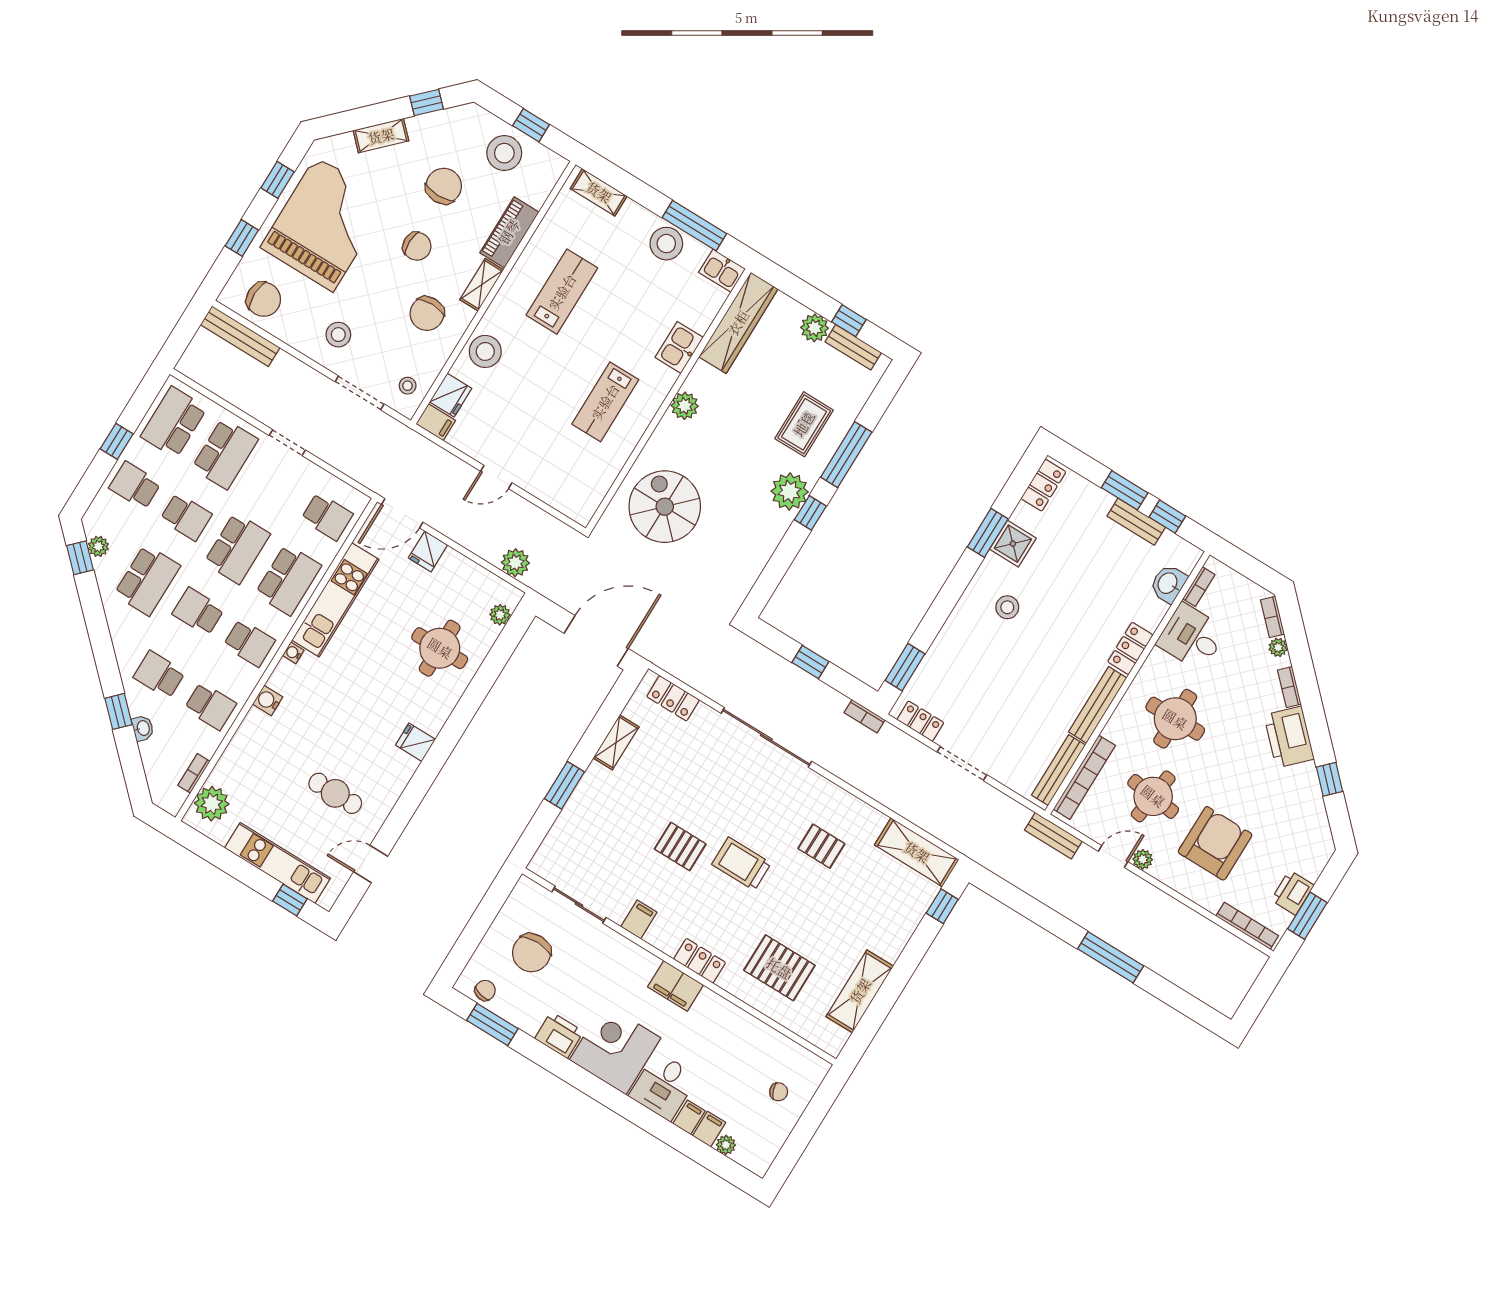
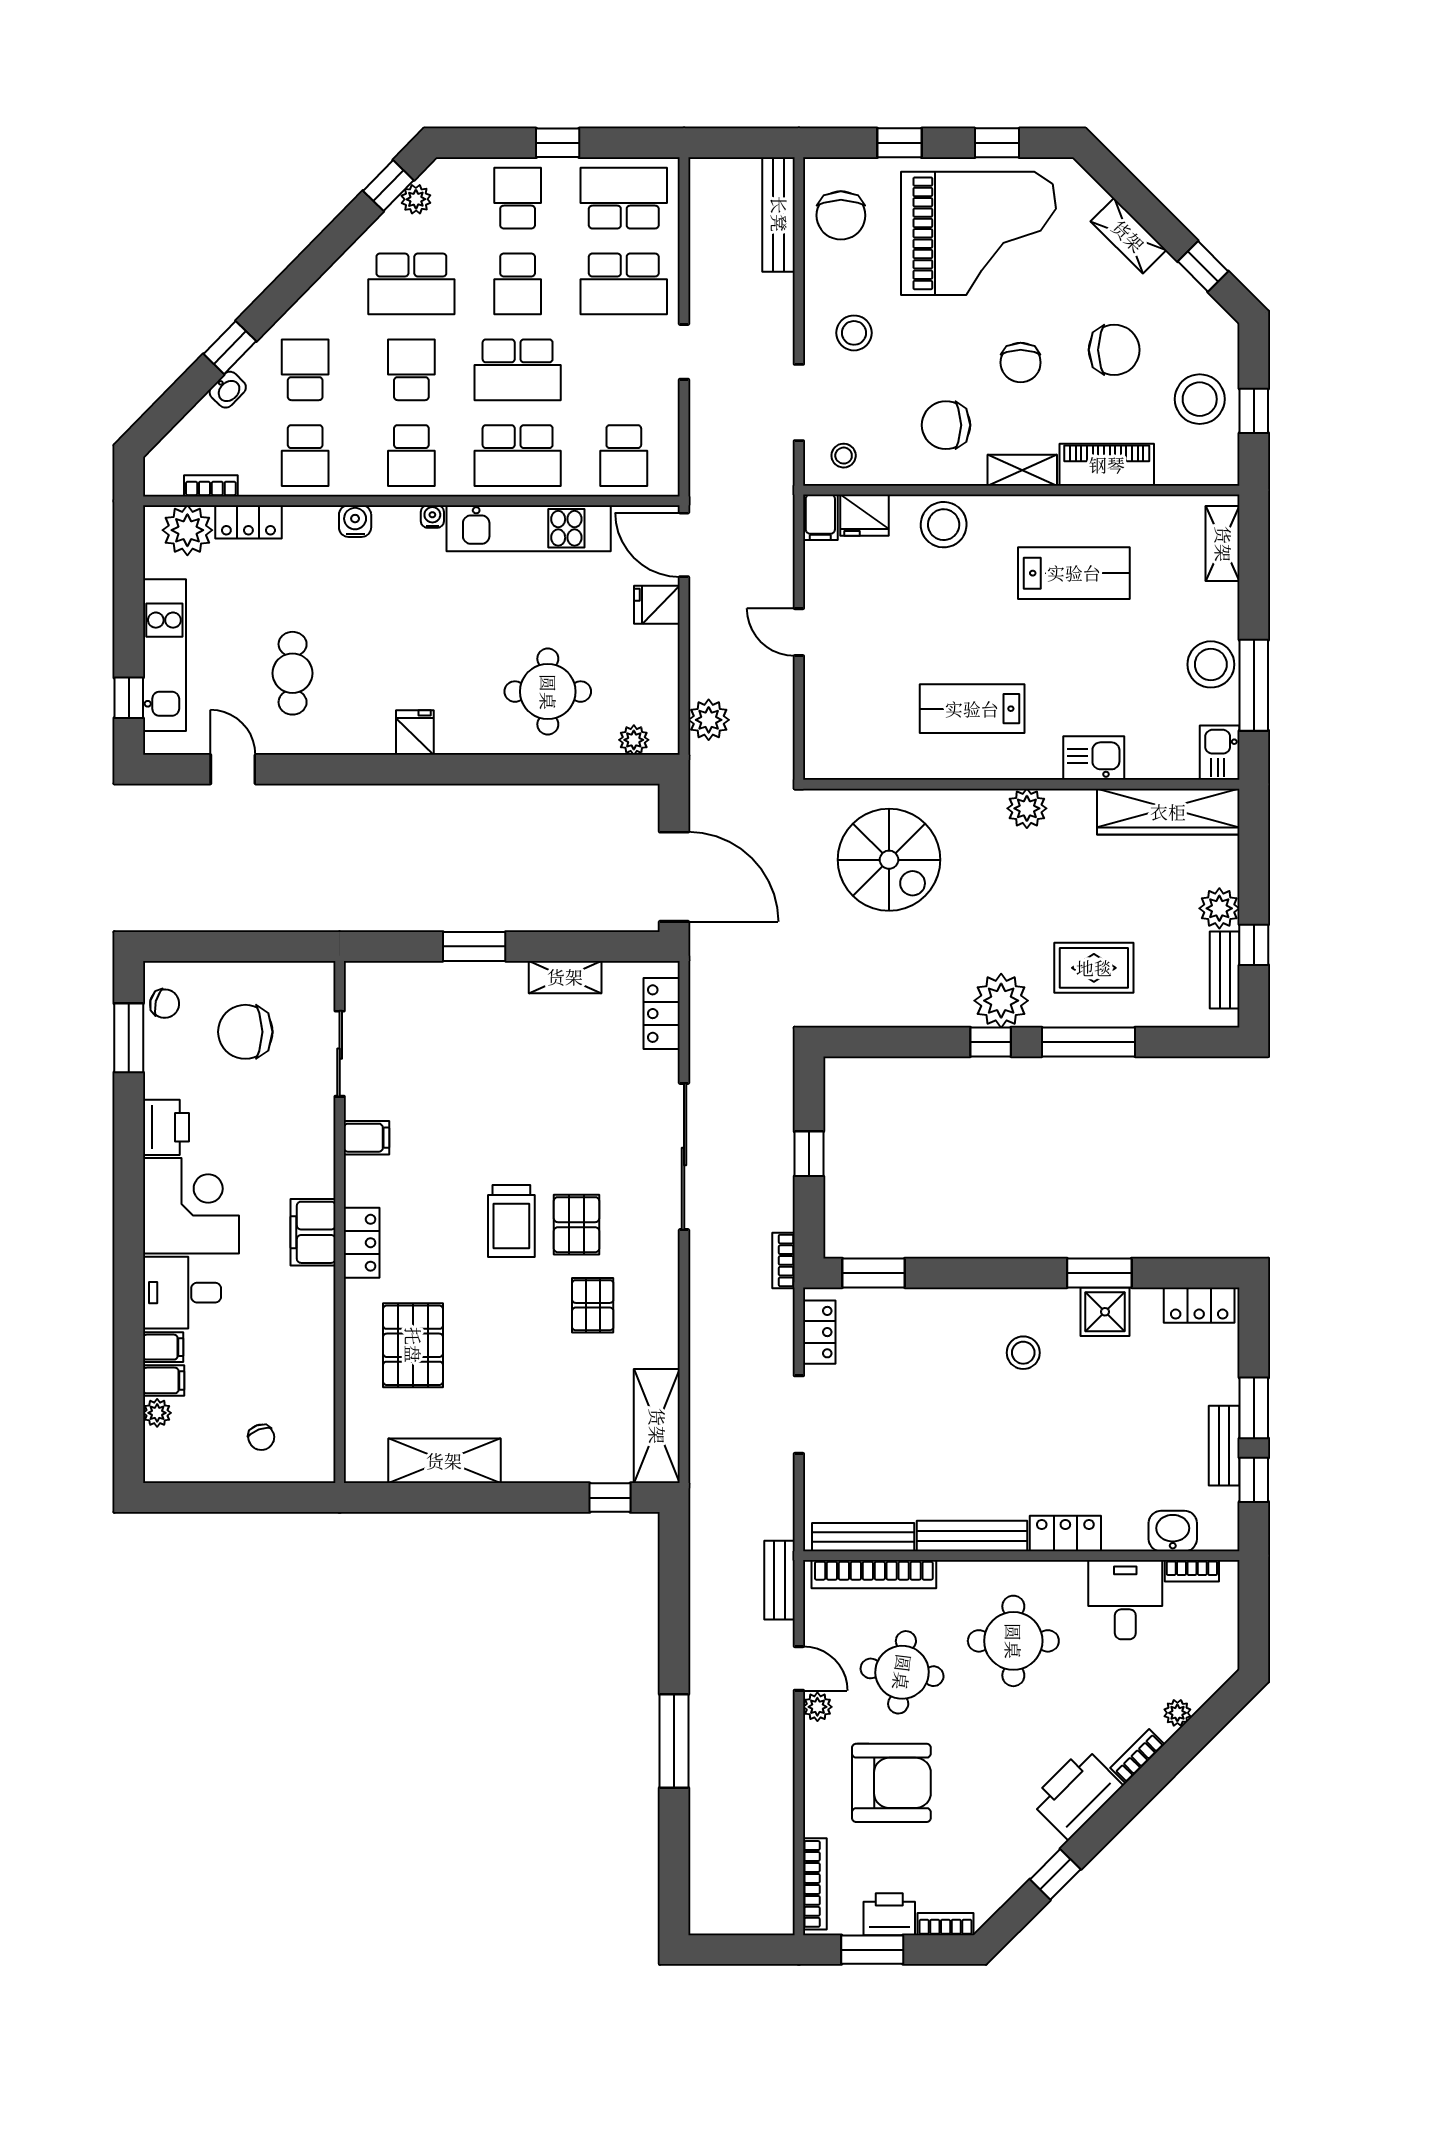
spiral stairs: (665, 507) -> (889, 860), turned 90
bookcase: (1273, 617) -> (946, 1924), moved, turned 45
locker: (229, 764) -> (248, 522), added
pallet: (680, 846) -> (576, 1225), moved
trolley: (741, 864) -> (511, 1221), turned 180

